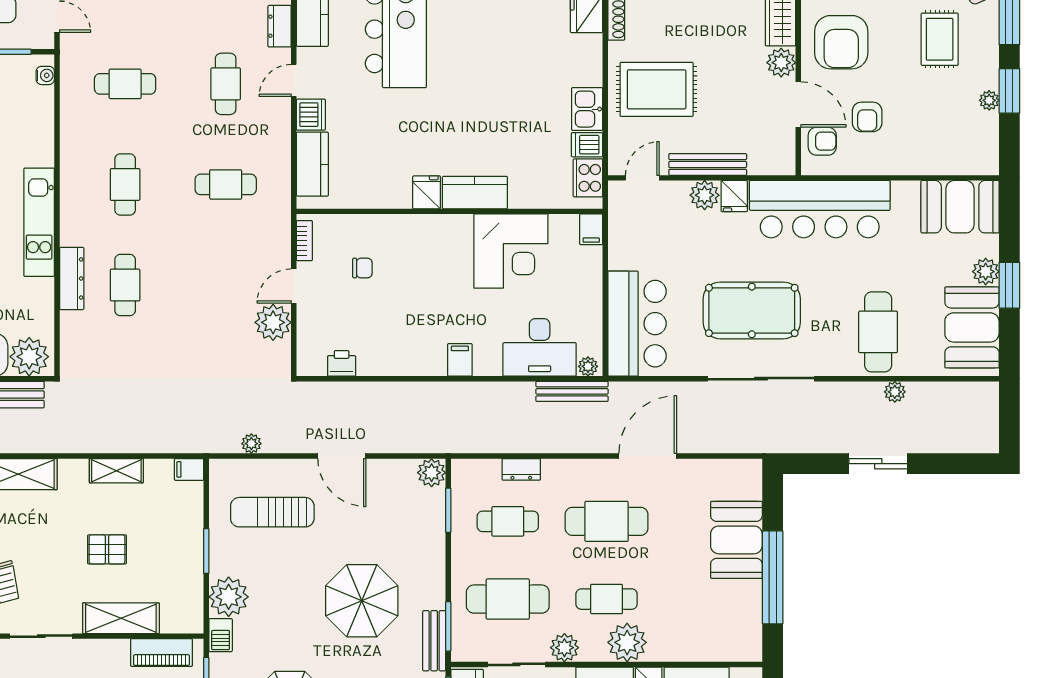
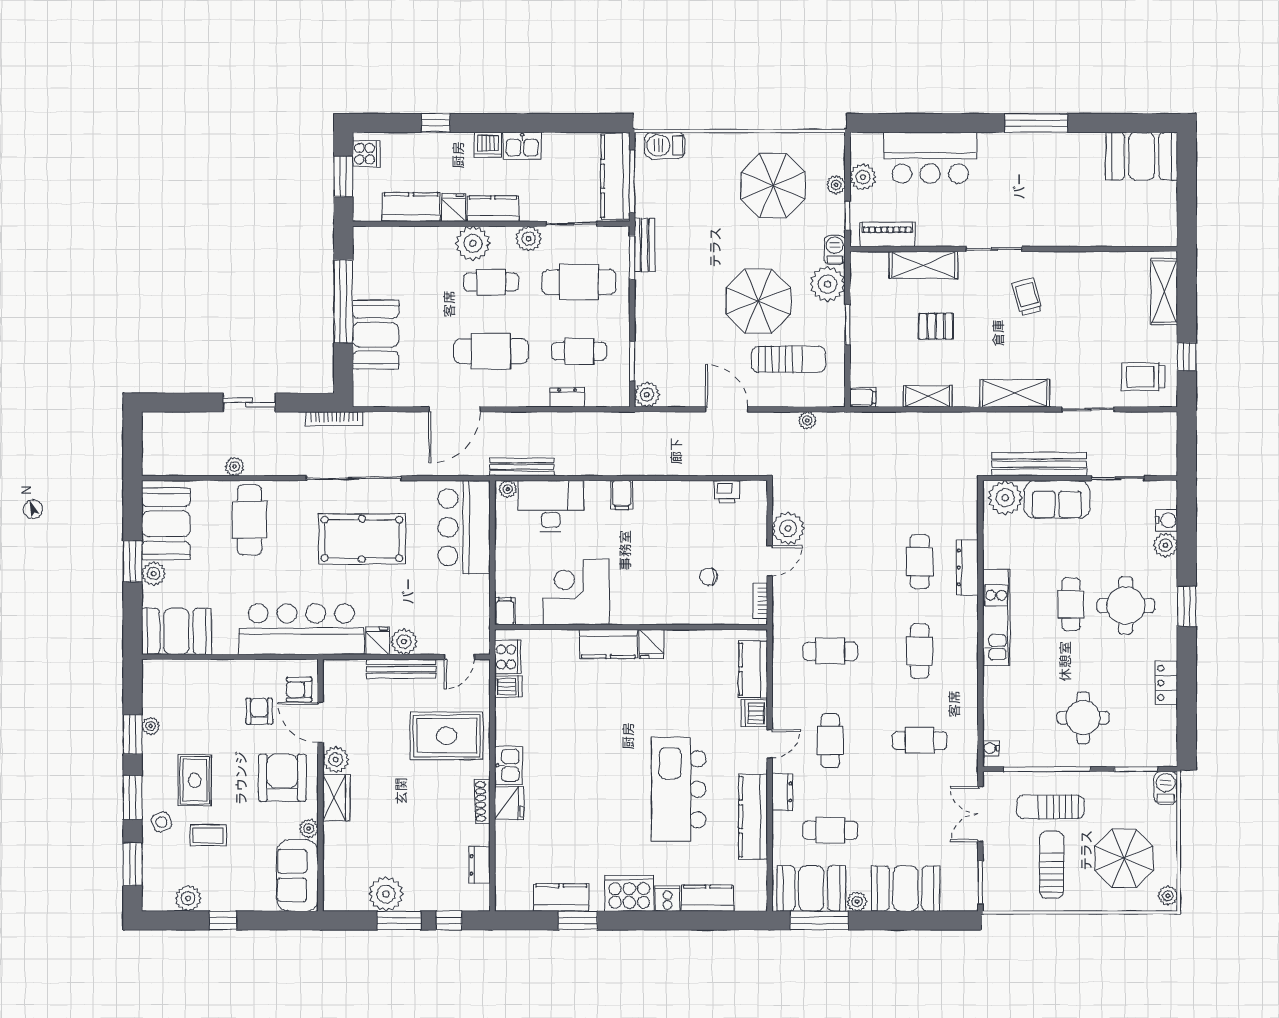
kitchen sink: (587, 109) -> (508, 765), moved
bookcase: (783, 445) -> (334, 419), added
parasol: (362, 601) -> (758, 301), moved

